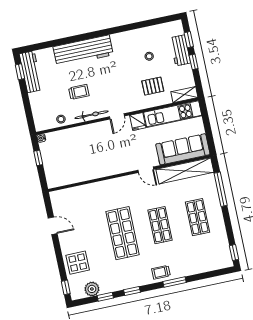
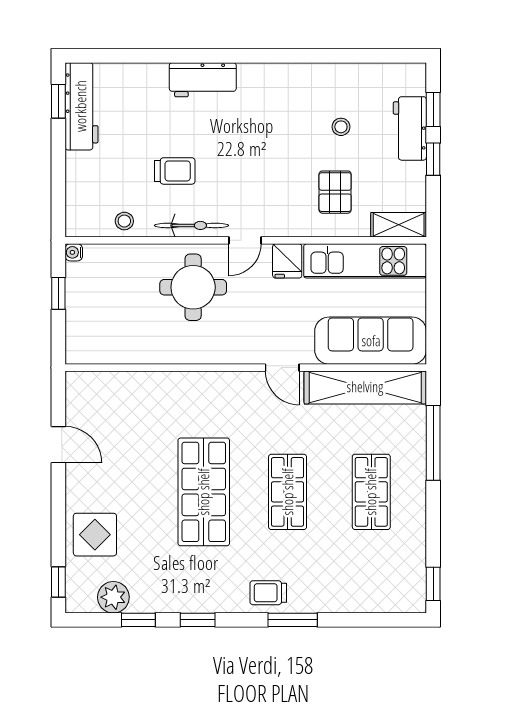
workbench: (83, 51) -> (203, 80), width x0.53, depth x0.76
pallet: (153, 86) -> (335, 192), turned 90
round table: (98, 142) -> (193, 287), added

